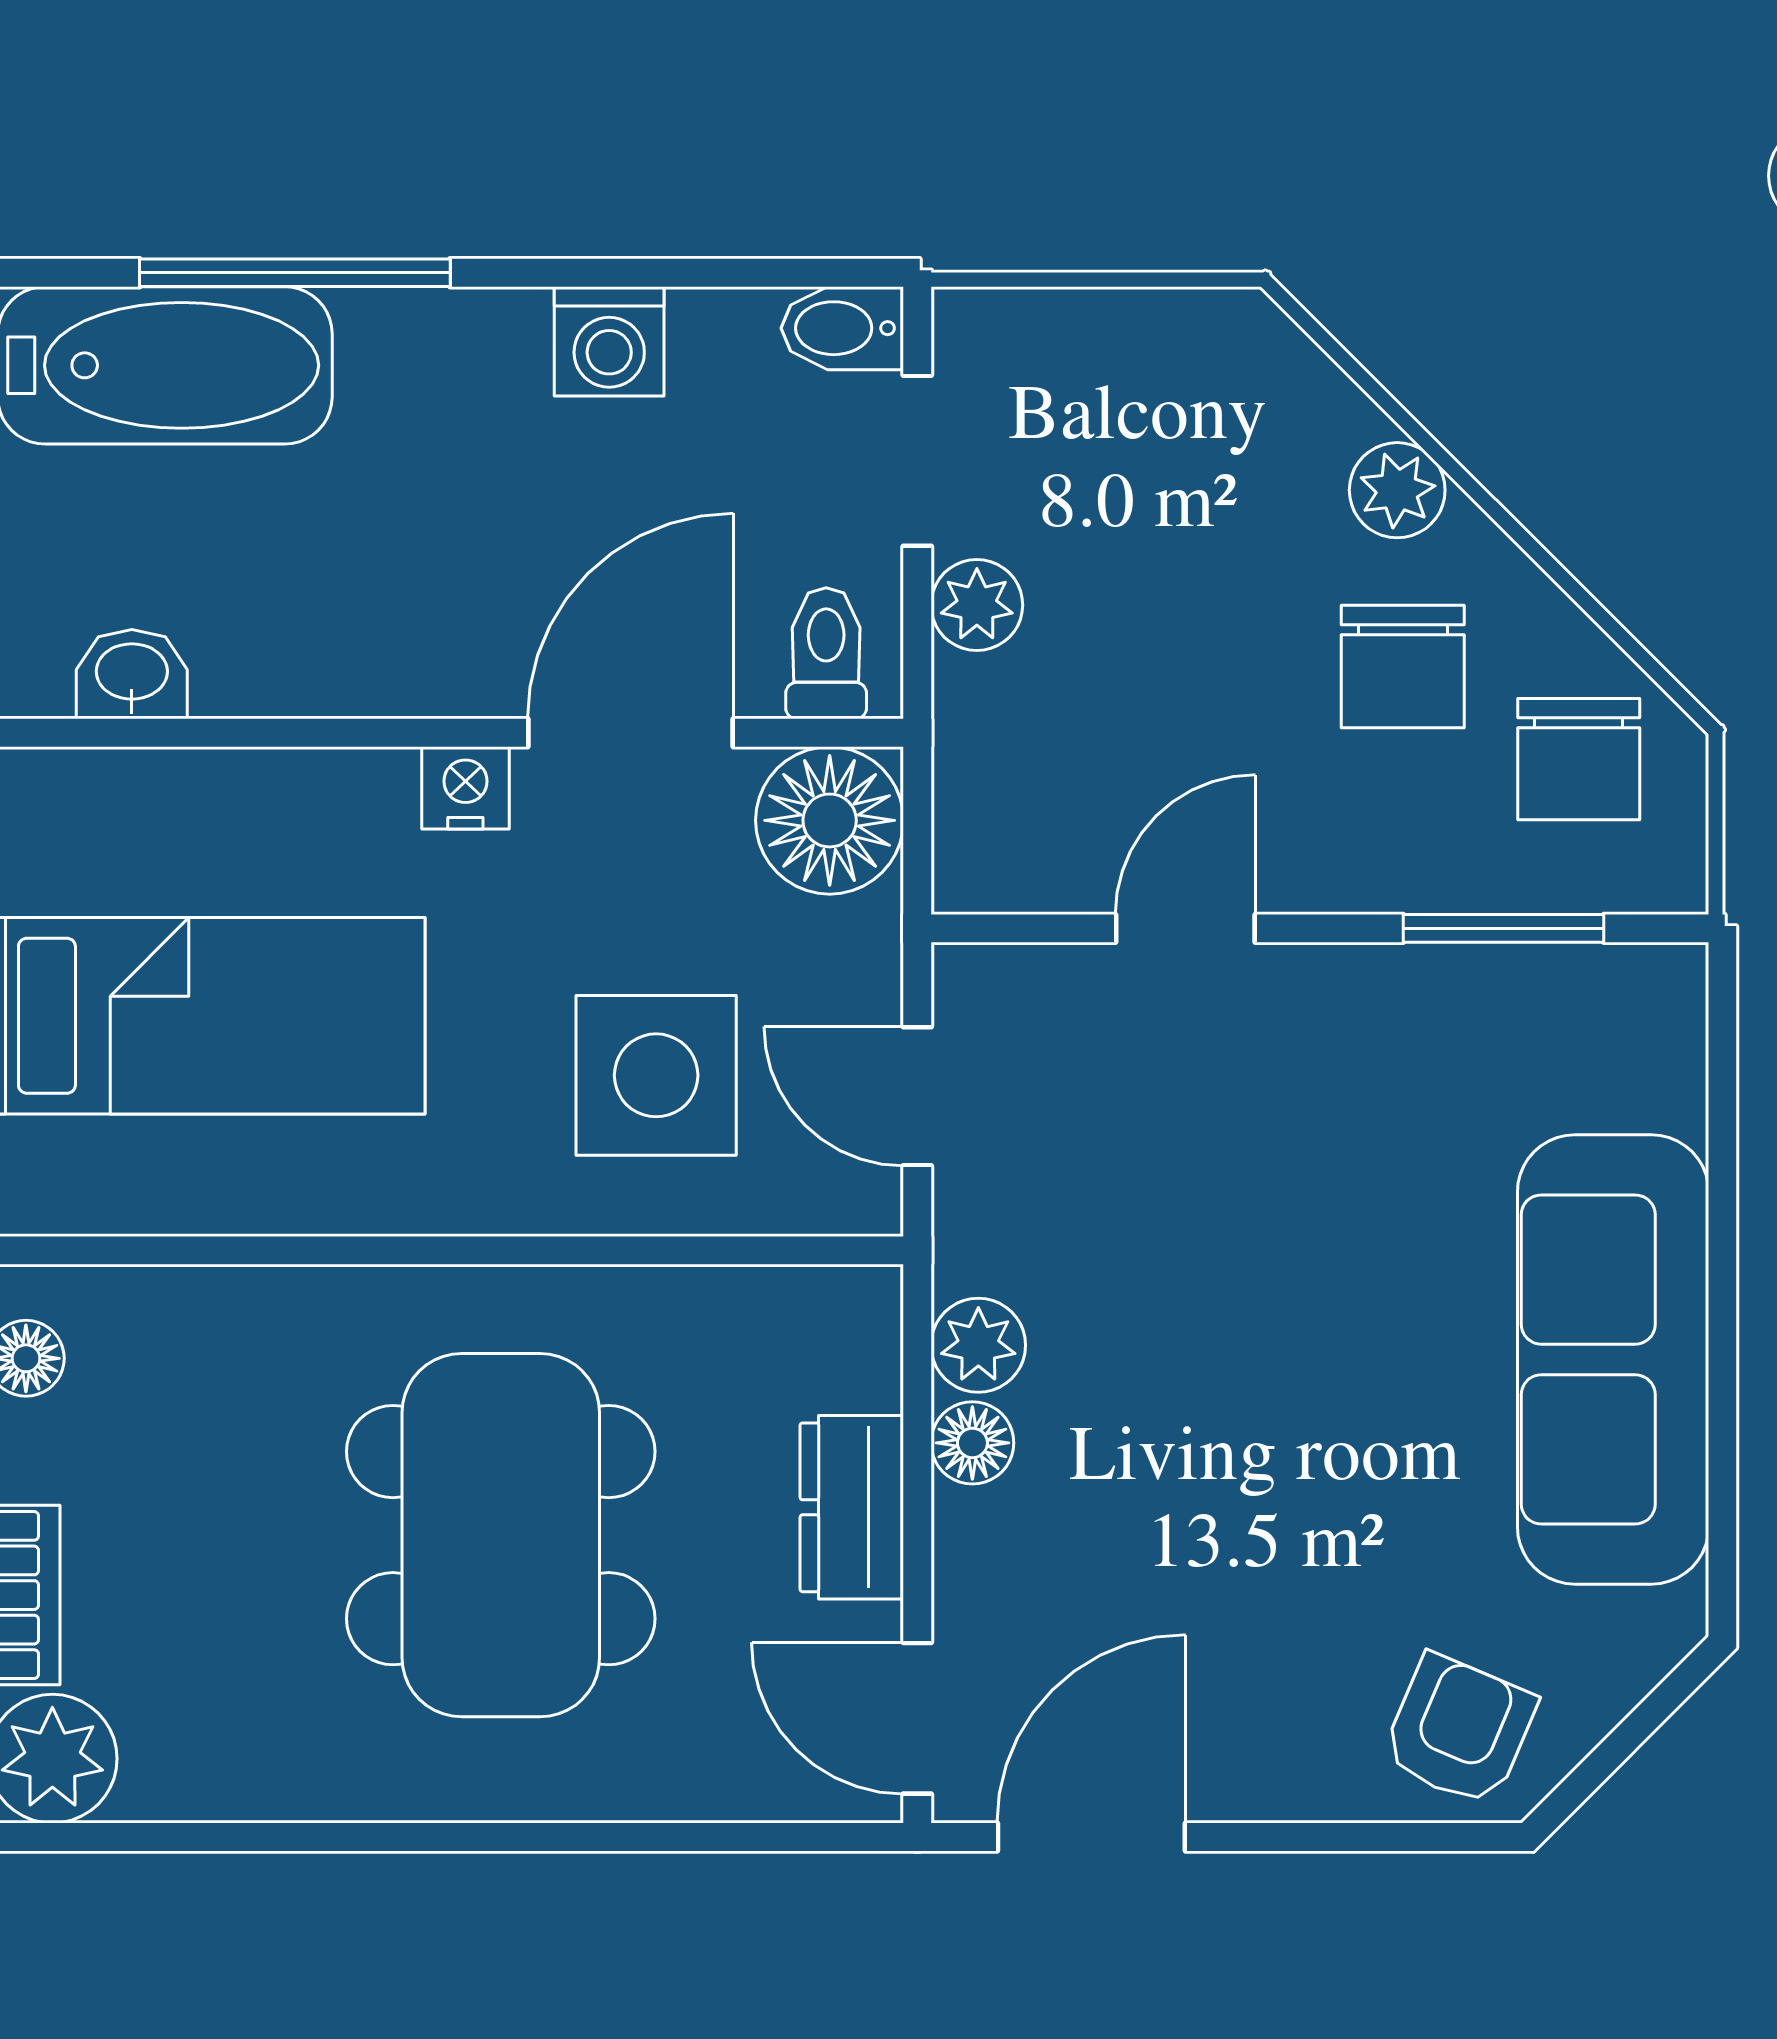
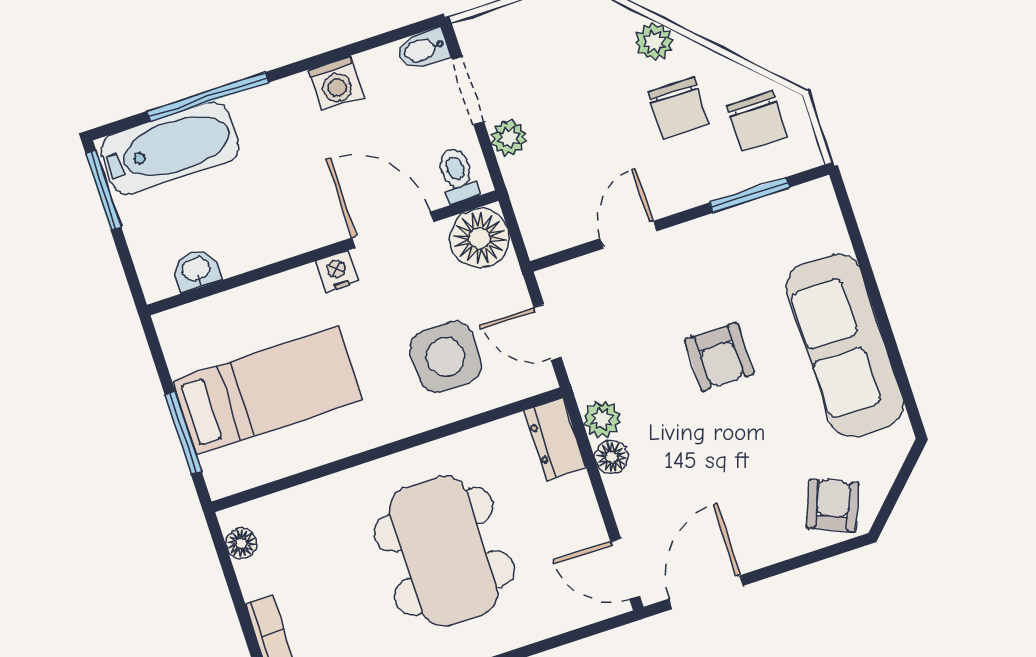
door: (631, 733) -> (393, 230), hinge flipped
armchair: (1306, 1289) -> (719, 357), added
dresser: (852, 1507) -> (555, 439), moved

